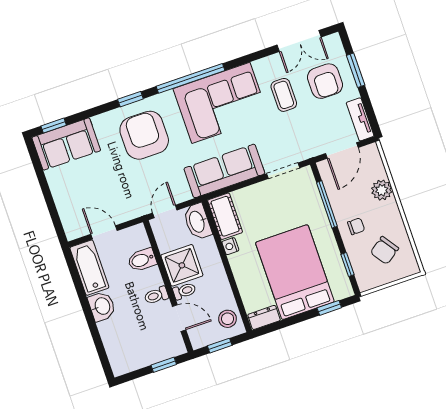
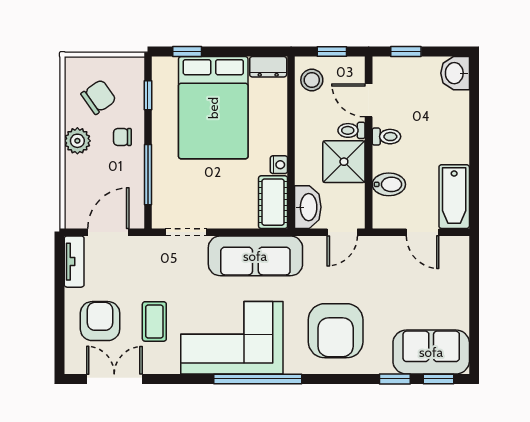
window: (356, 70) -> (59, 321), removed
window: (130, 99) -> (395, 379), moved
plant: (382, 190) -> (77, 141), moved
washbasin: (102, 306) -> (455, 73), moved

